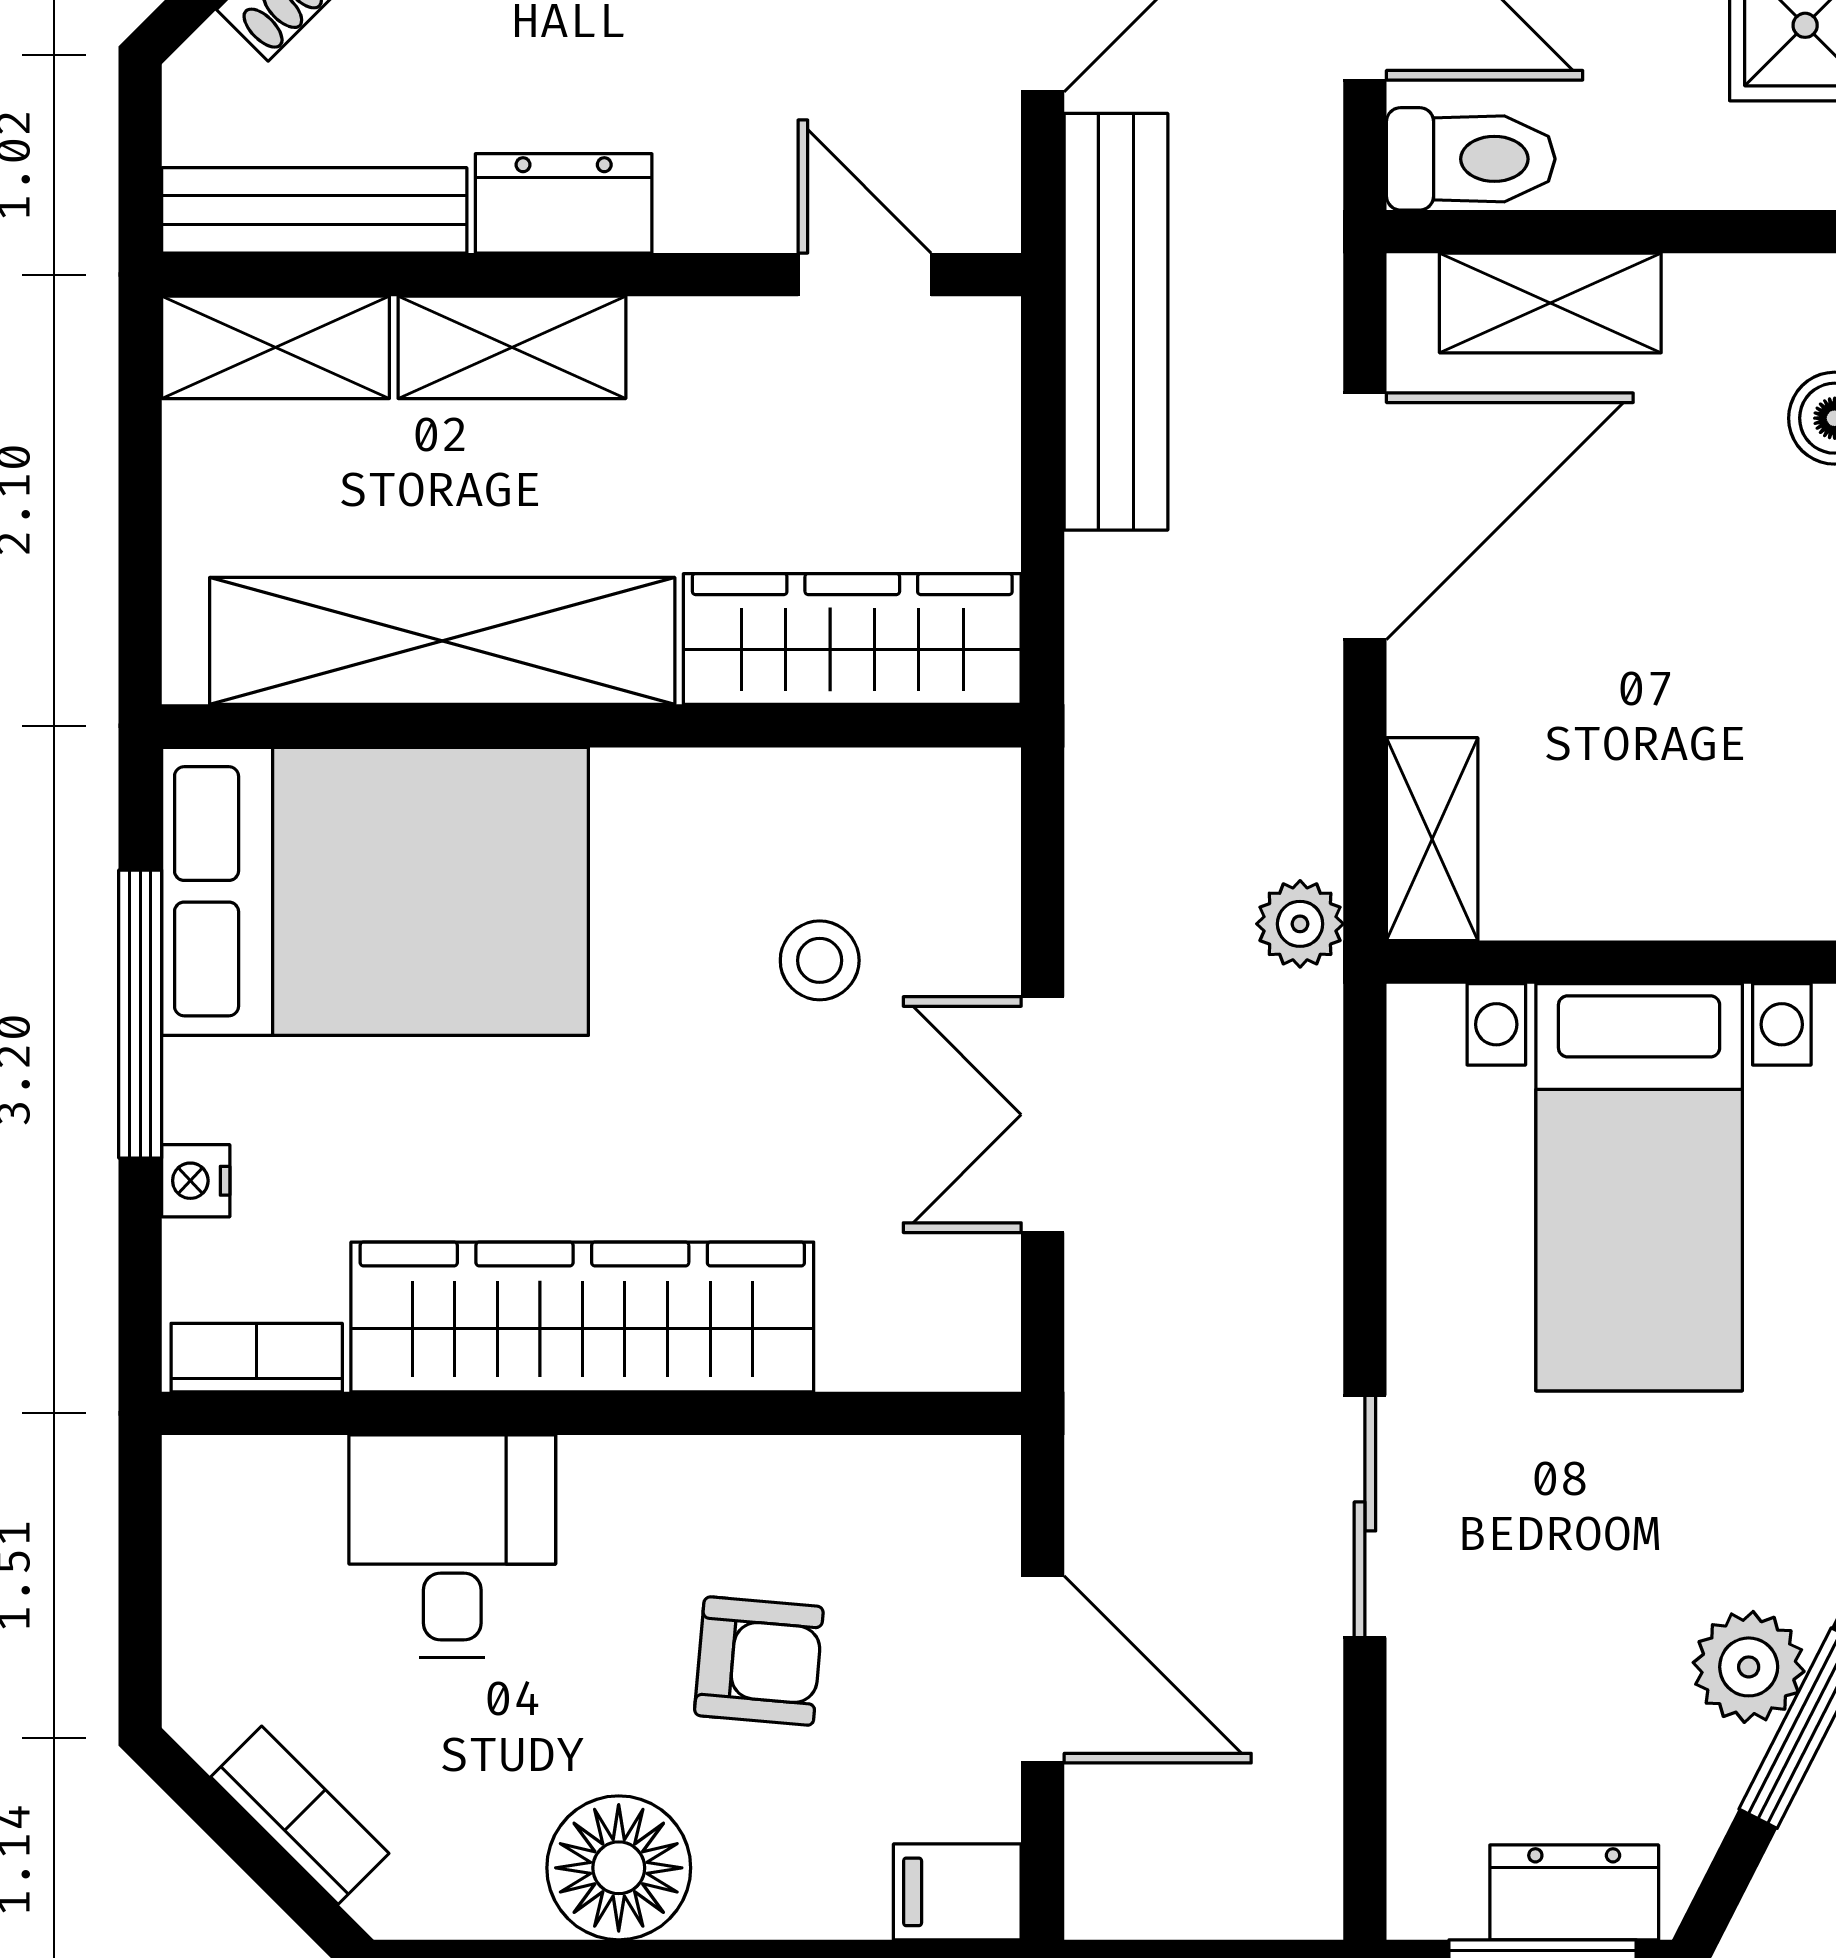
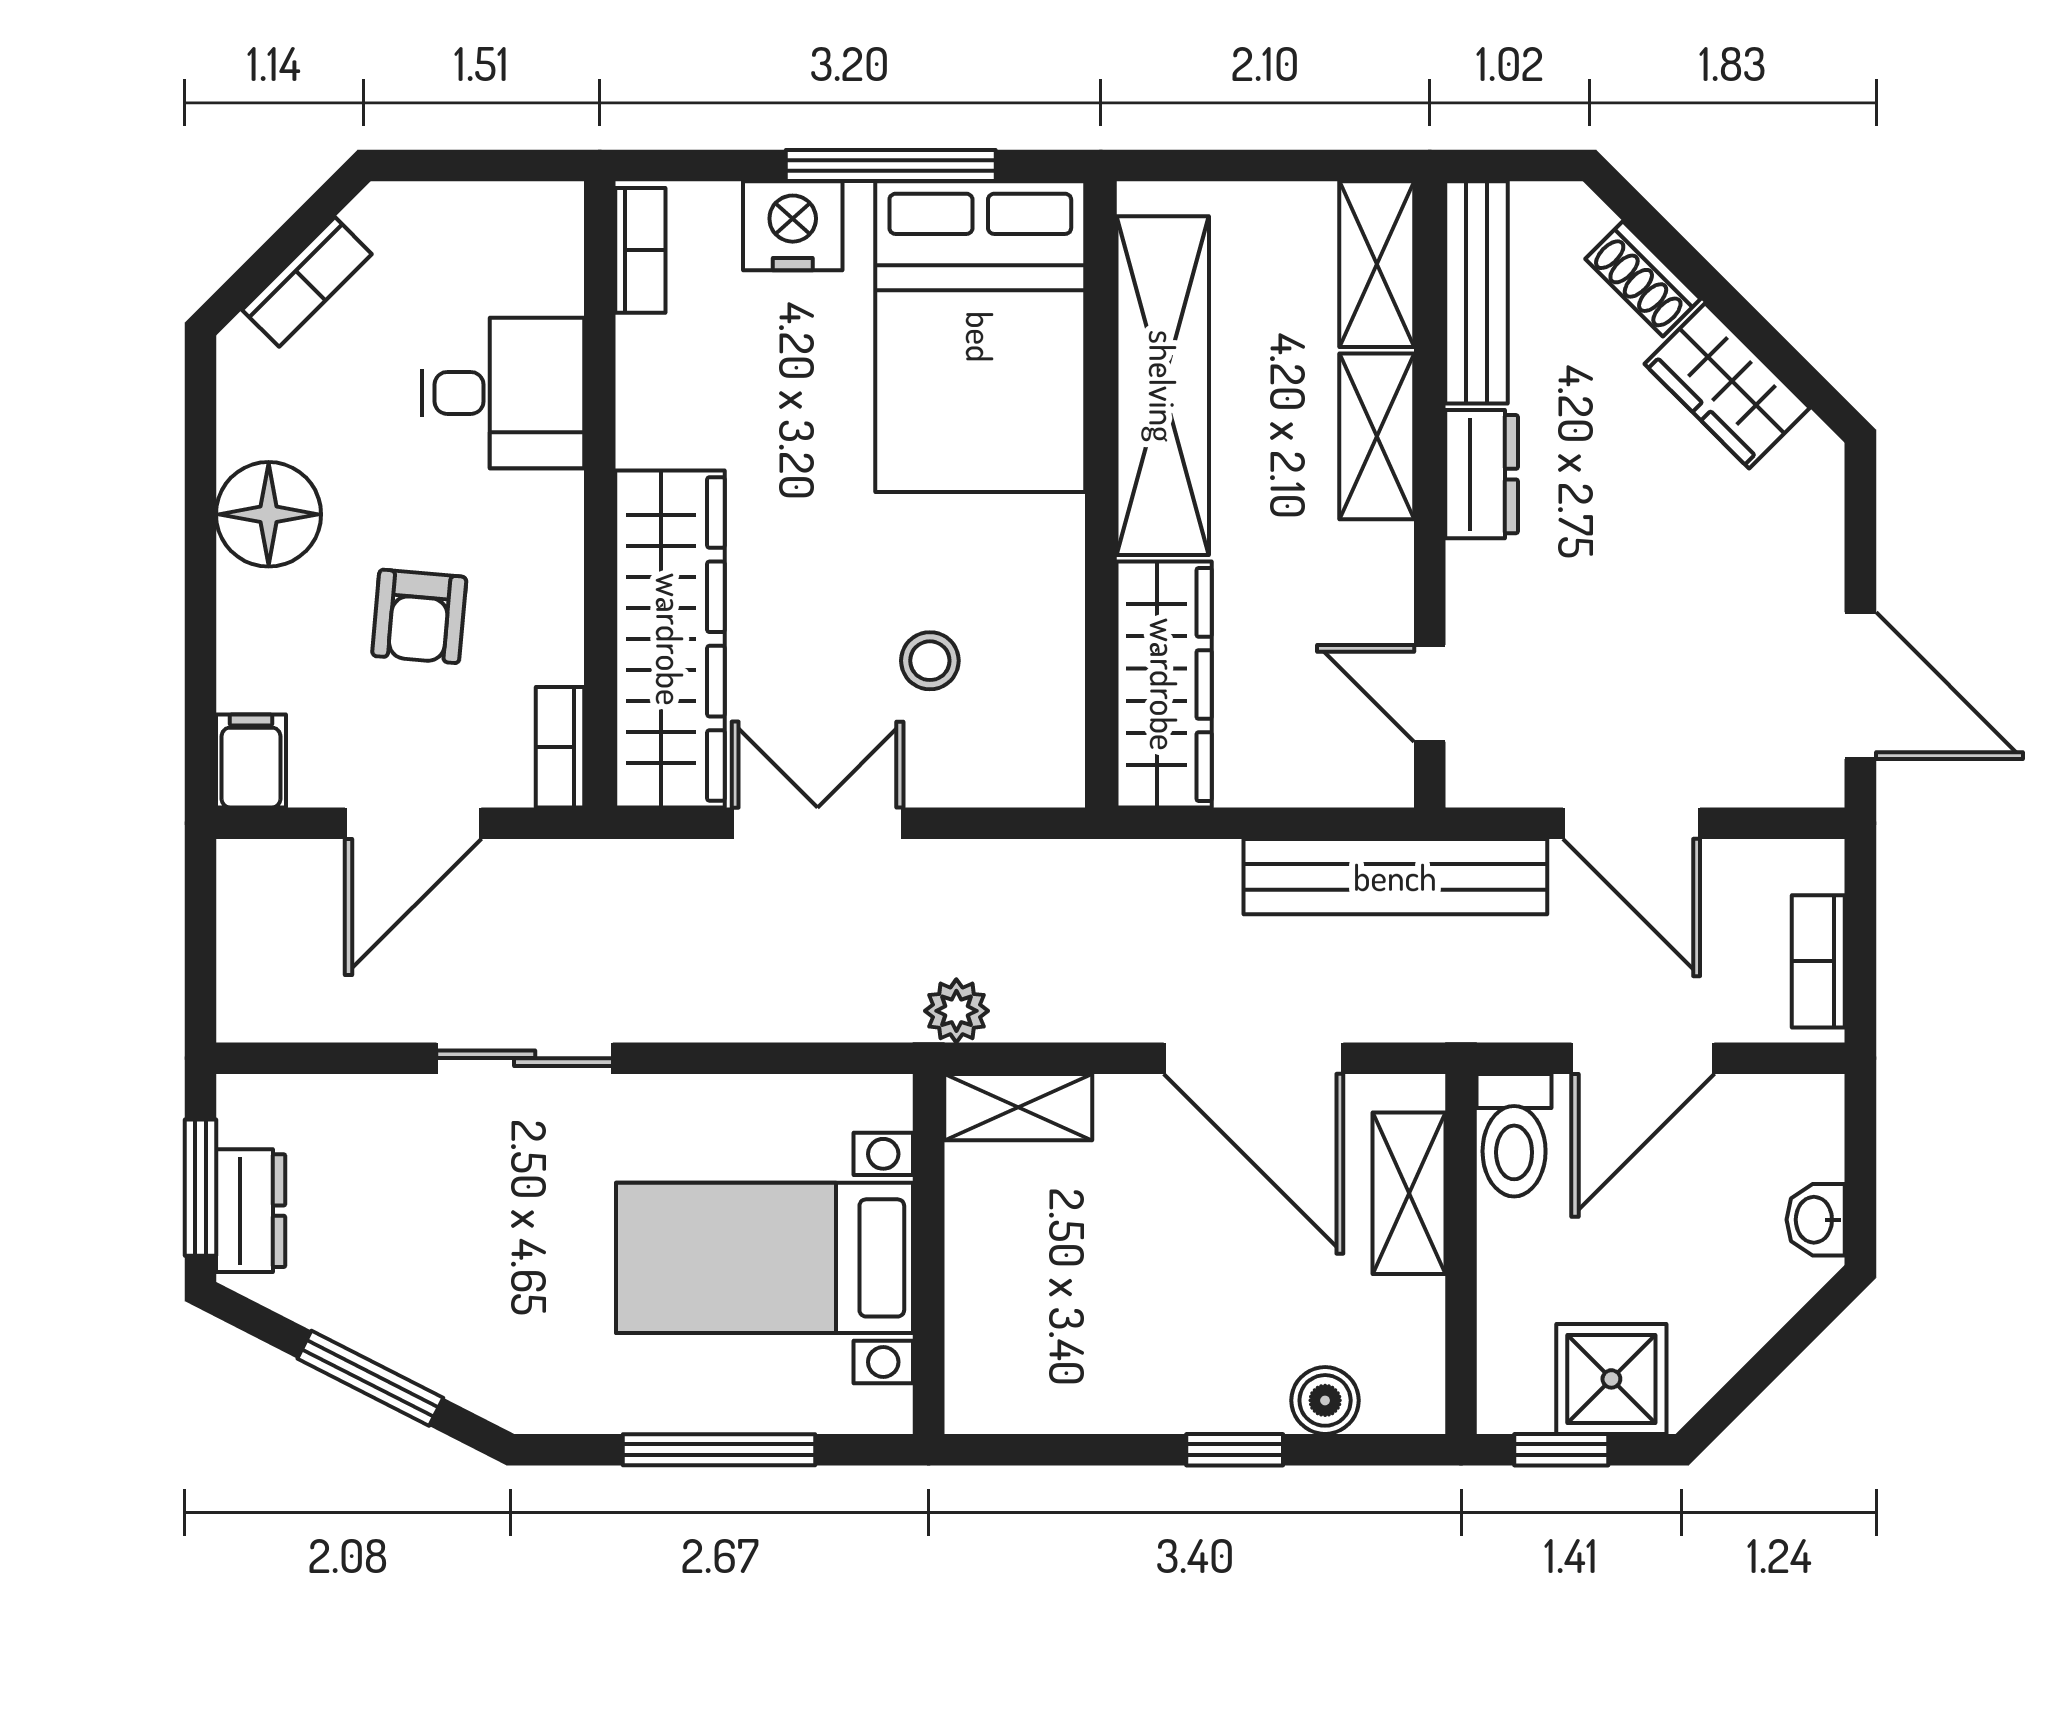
door: (865, 275) -> (1430, 693), swing flipped
nightstand: (196, 1181) -> (793, 226), width x1.89, depth x1.79
wardrobe: (582, 1317) -> (670, 639), moved
bookcase: (938, 1468) -> (560, 747), added
plant: (1749, 1667) -> (415, 1338), removed

